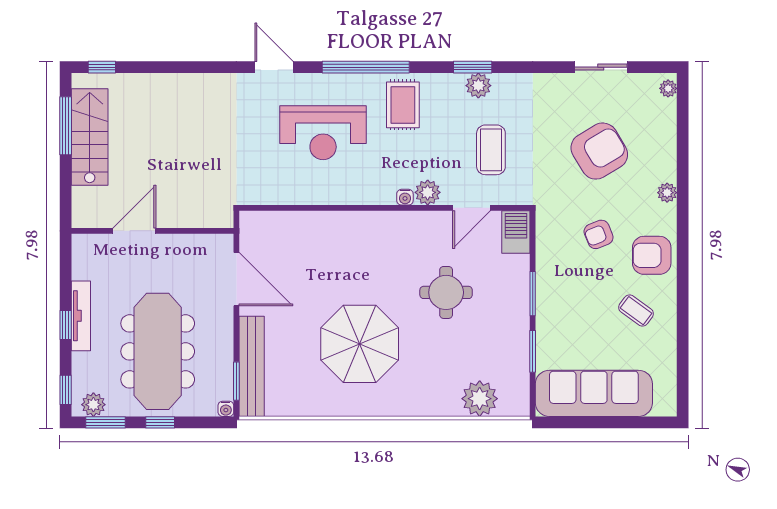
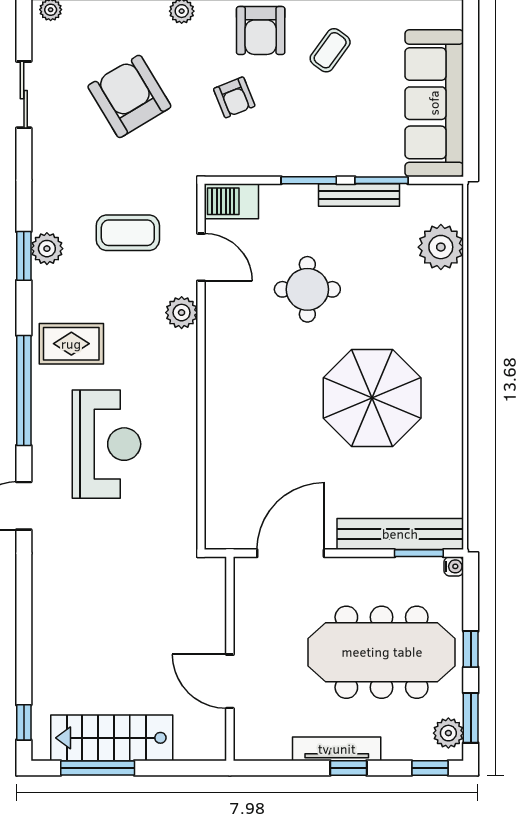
water cooler: (405, 197) -> (187, 341), removed
bench: (521, 334) -> (359, 195), added

